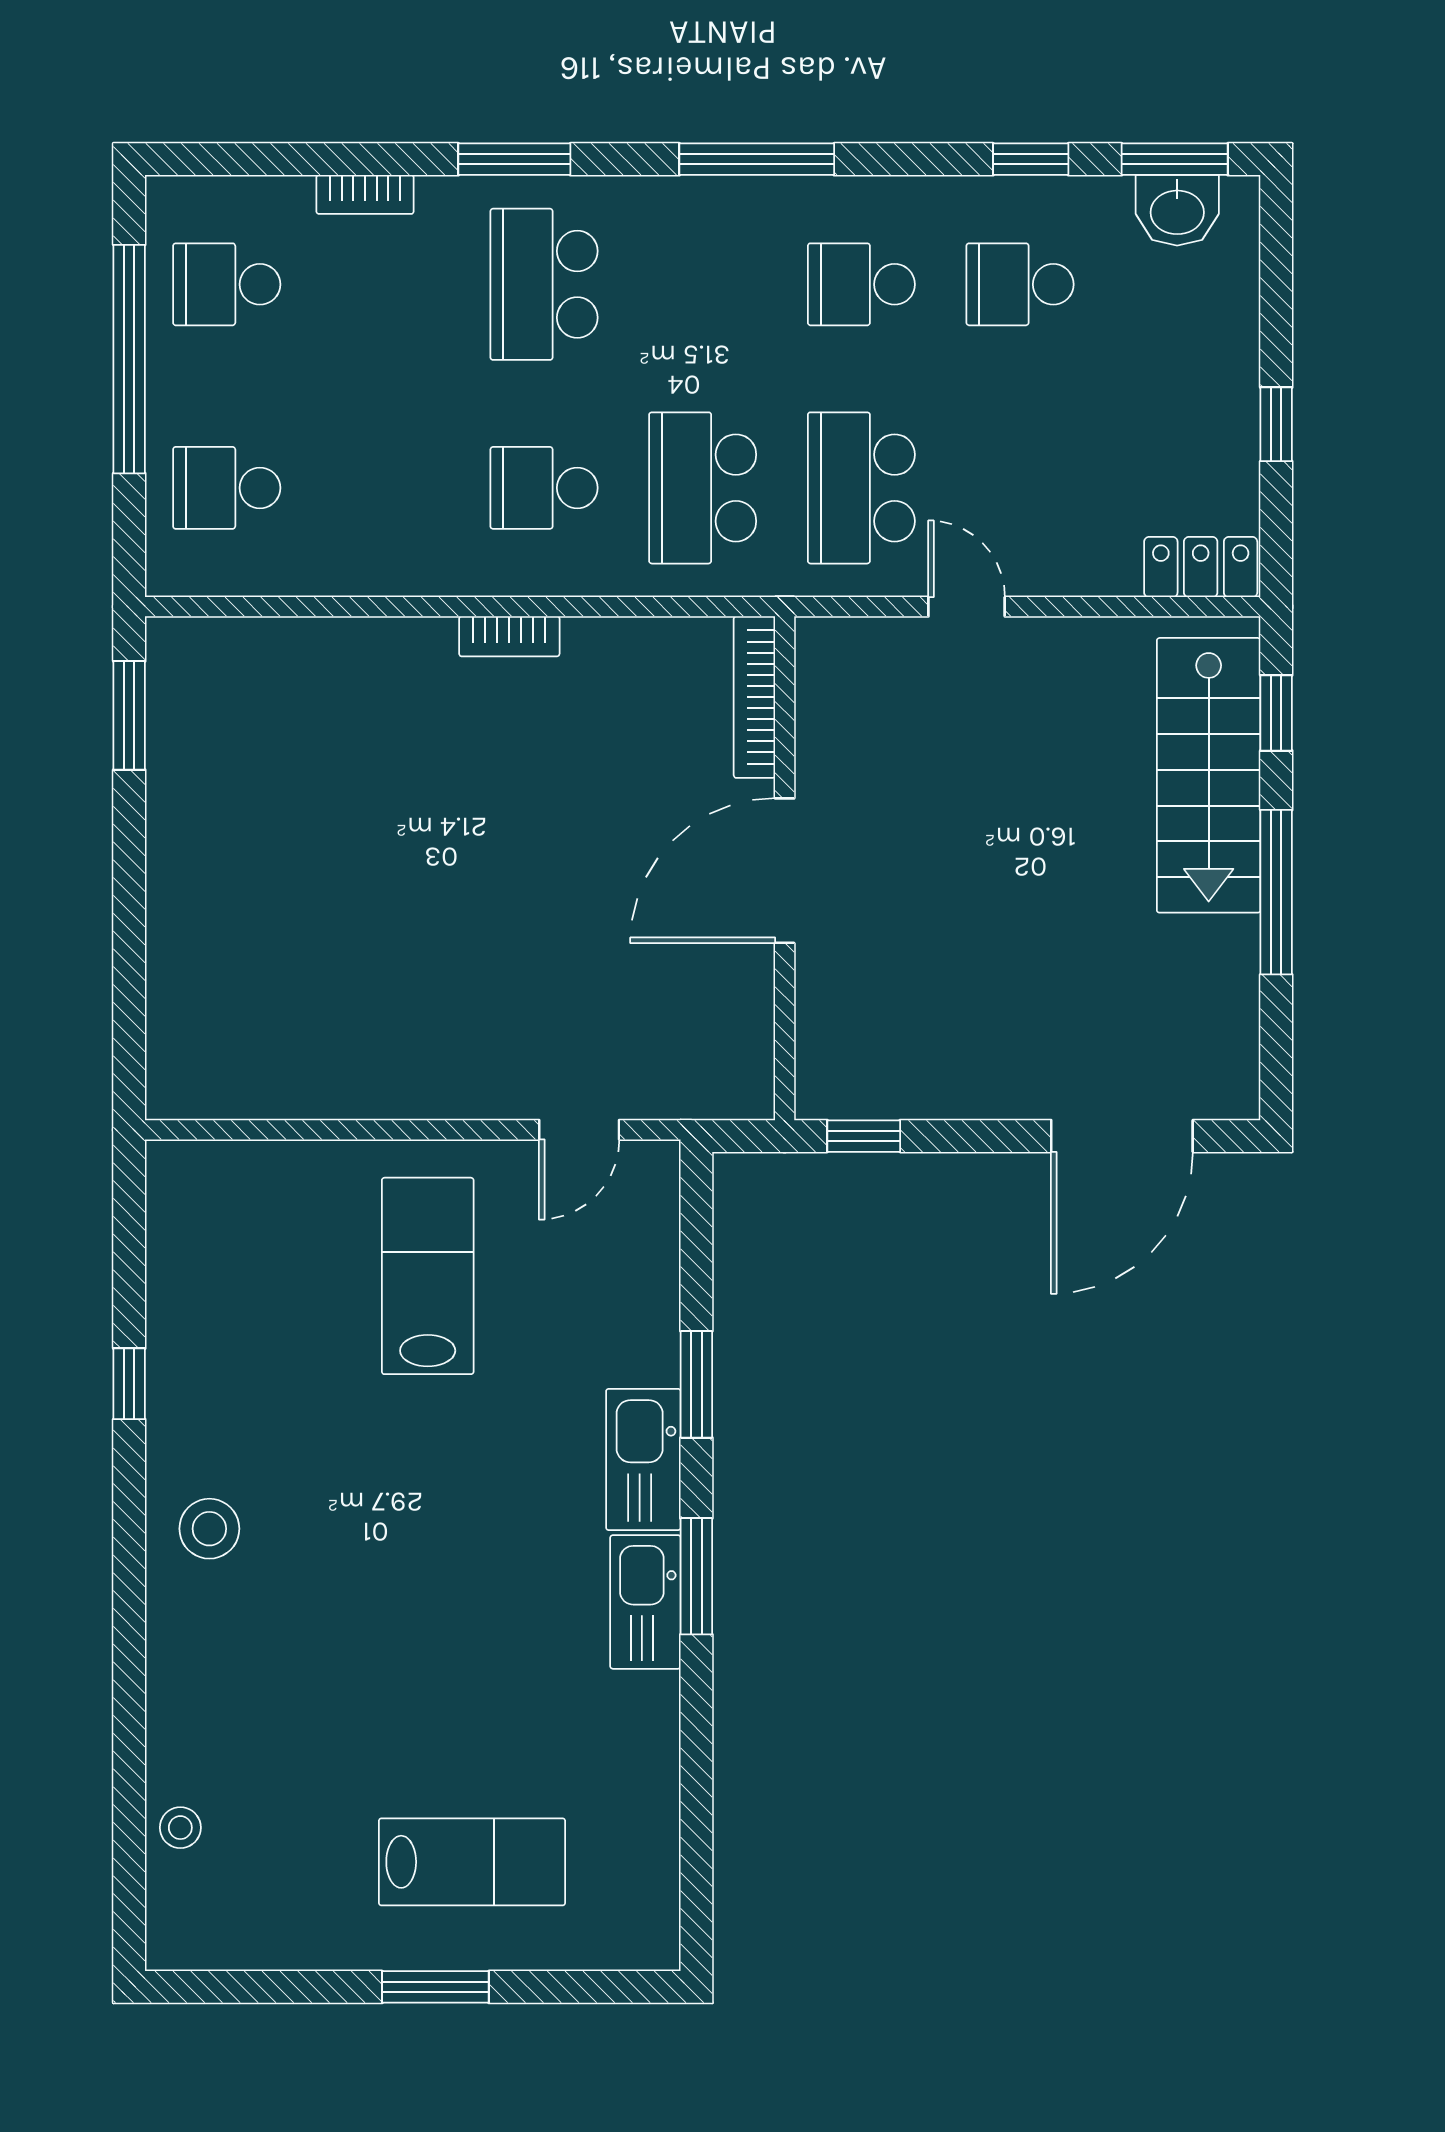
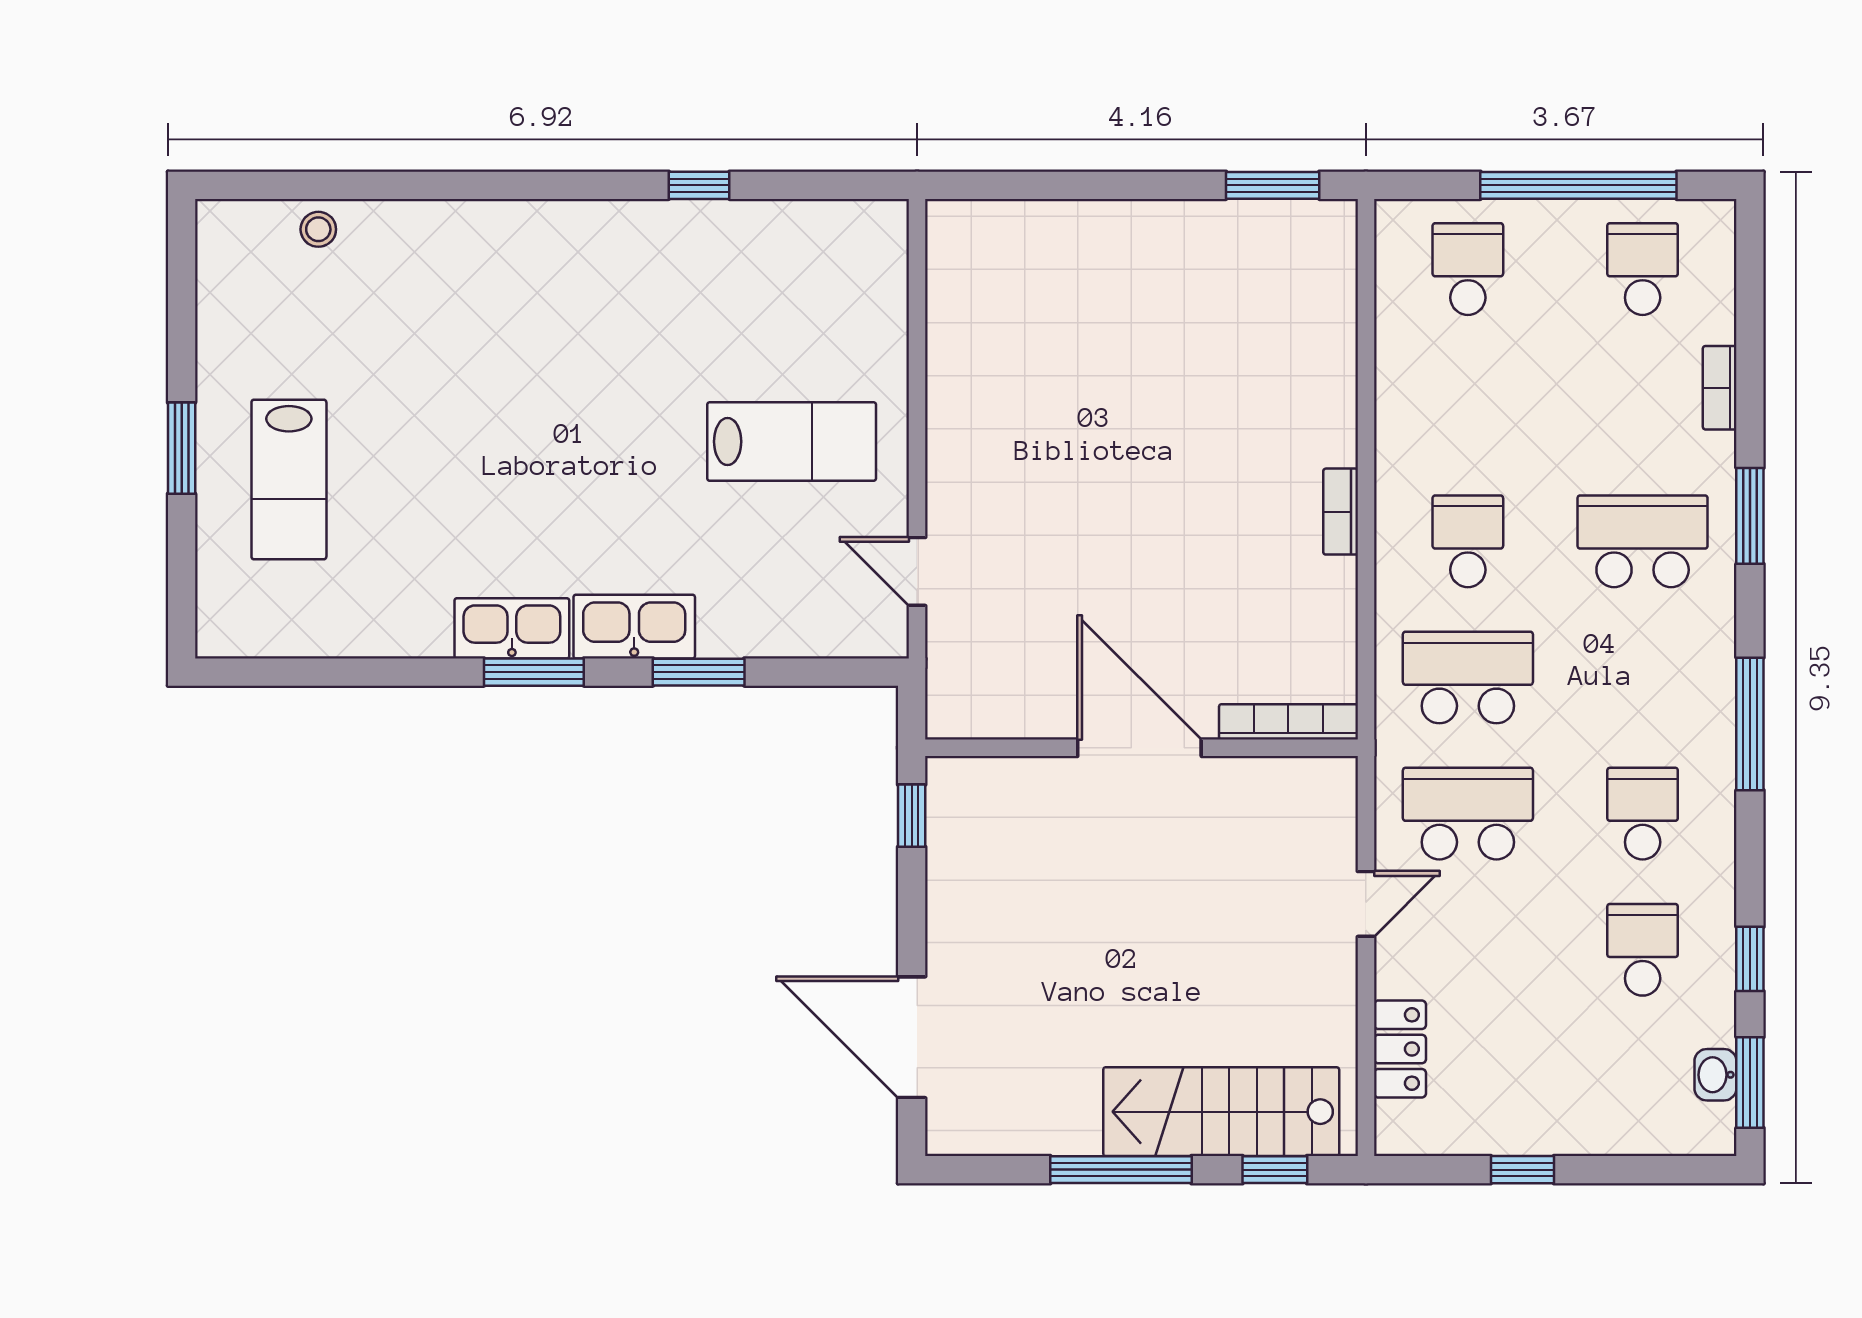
washbasin: (1177, 210) -> (1715, 1075), width x0.72, depth x0.69
locker: (1201, 567) -> (1400, 1049), moved
stool: (209, 1529) -> (575, 254), removed

